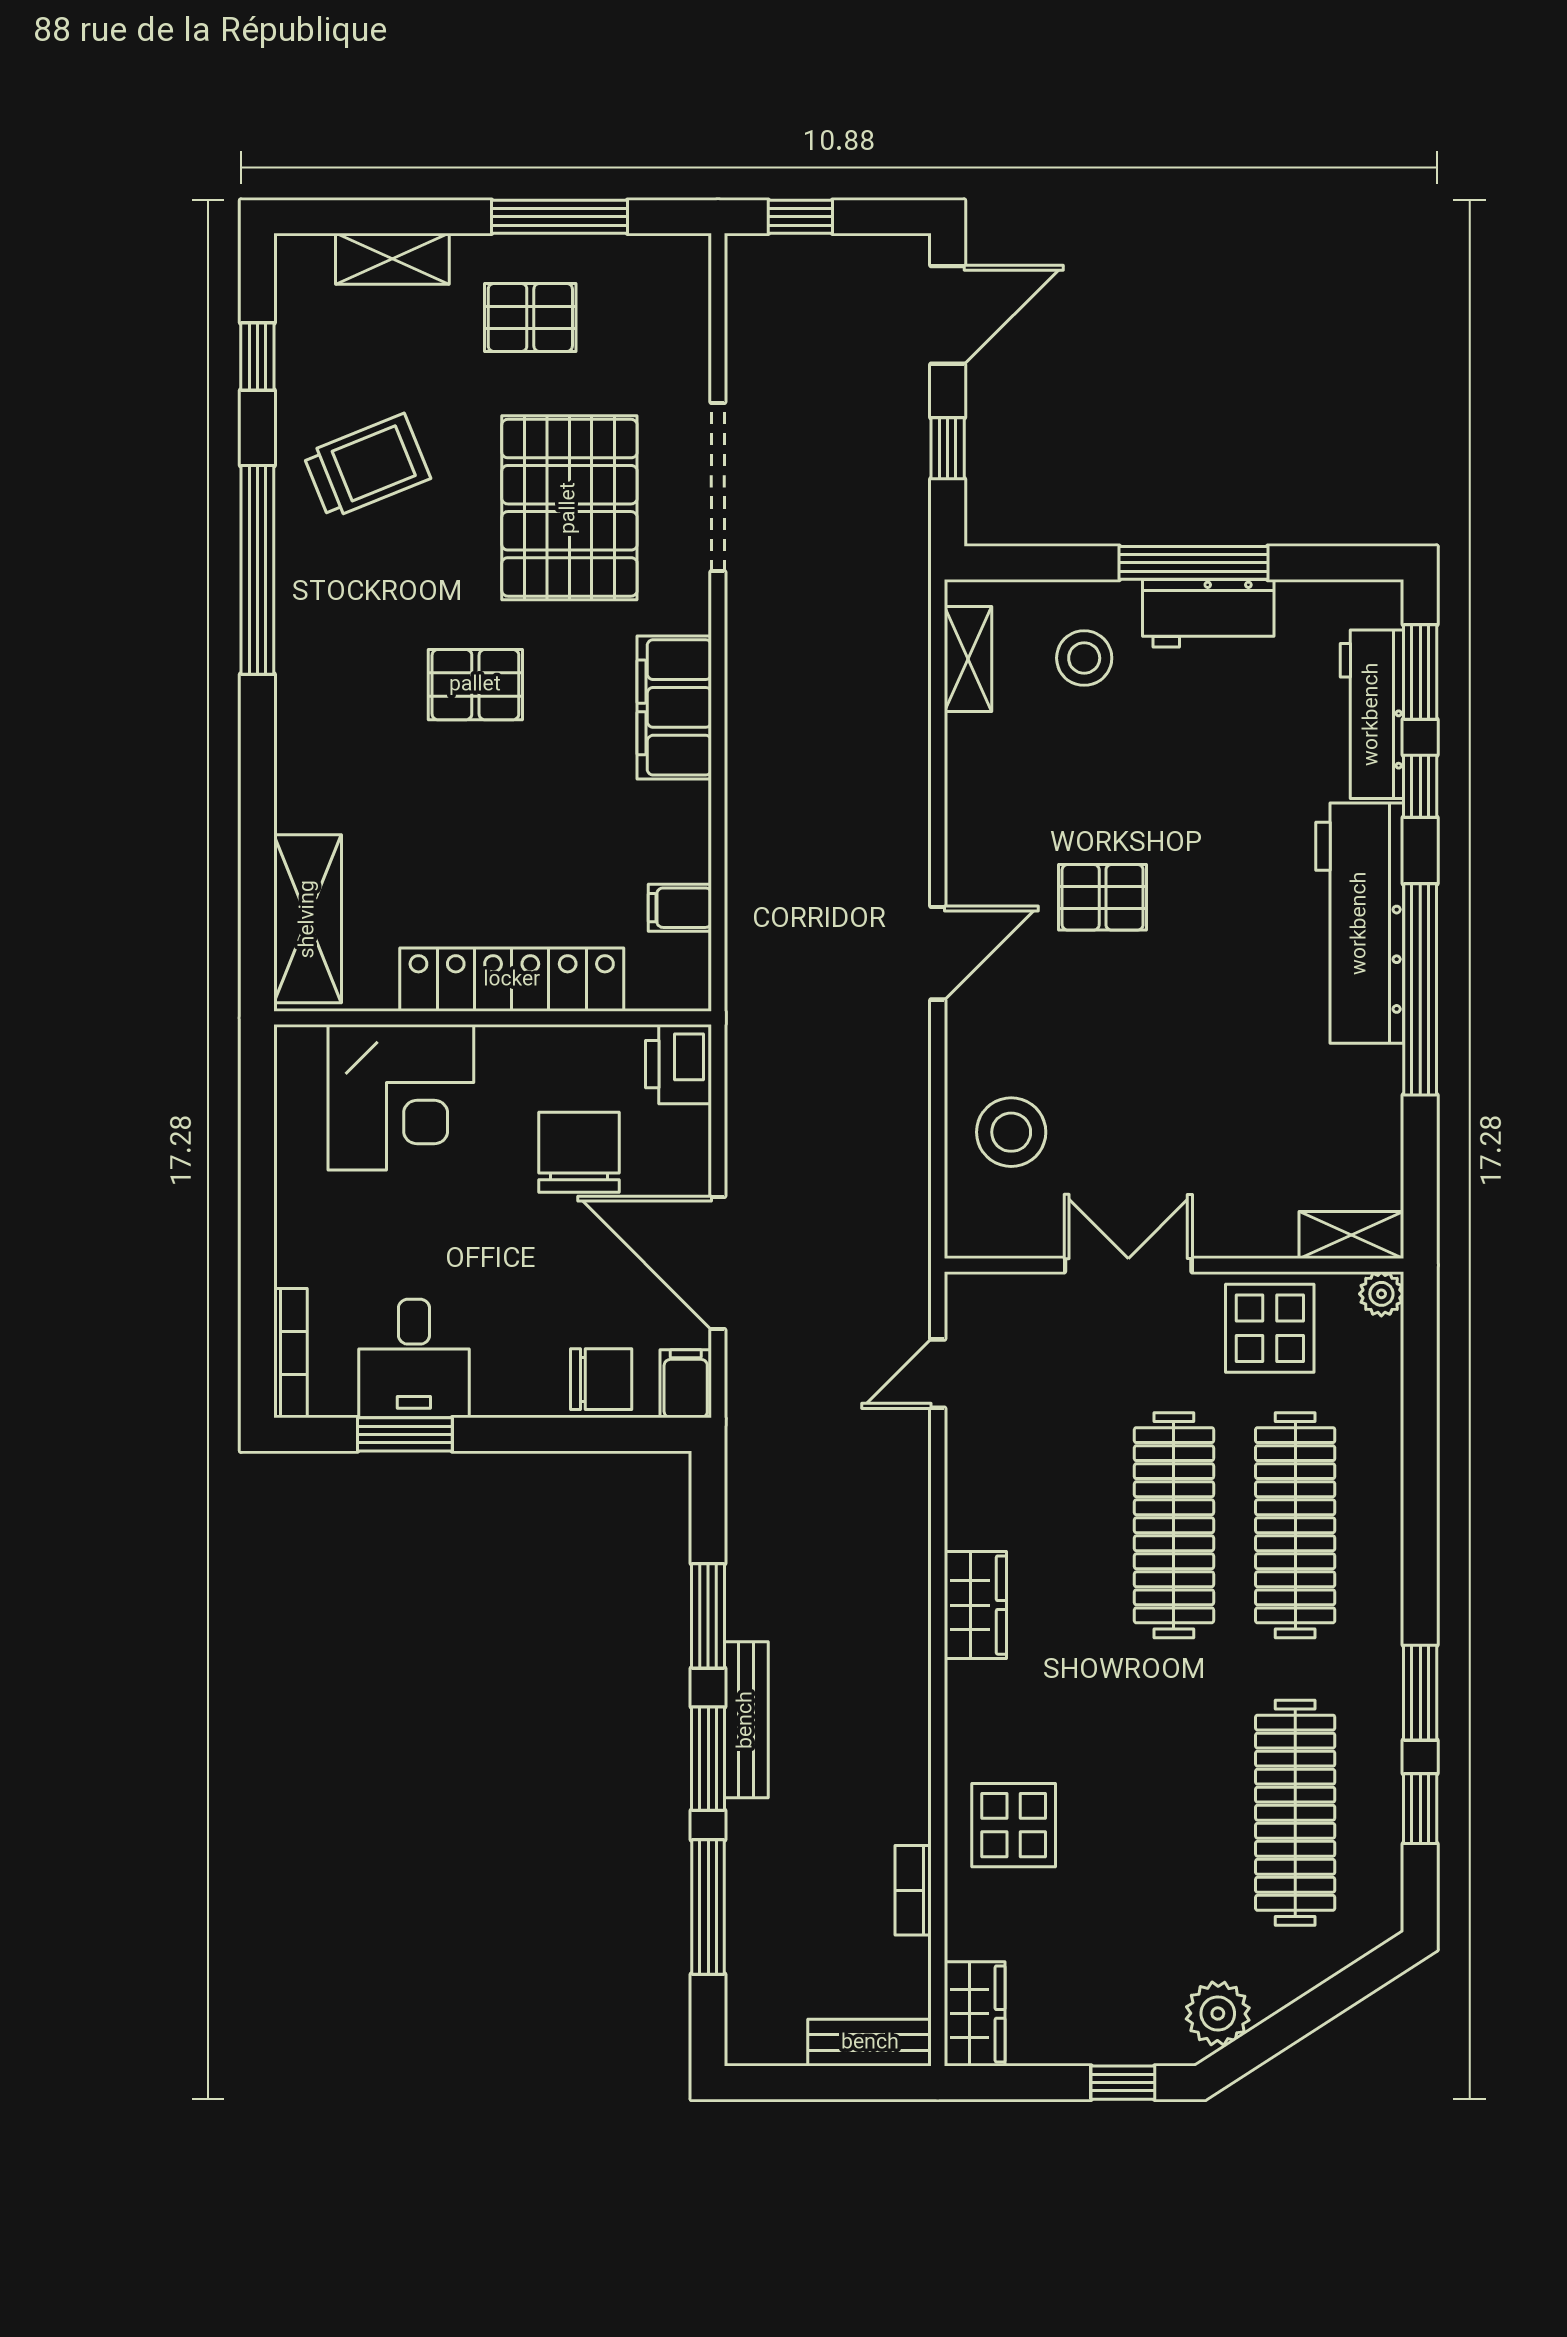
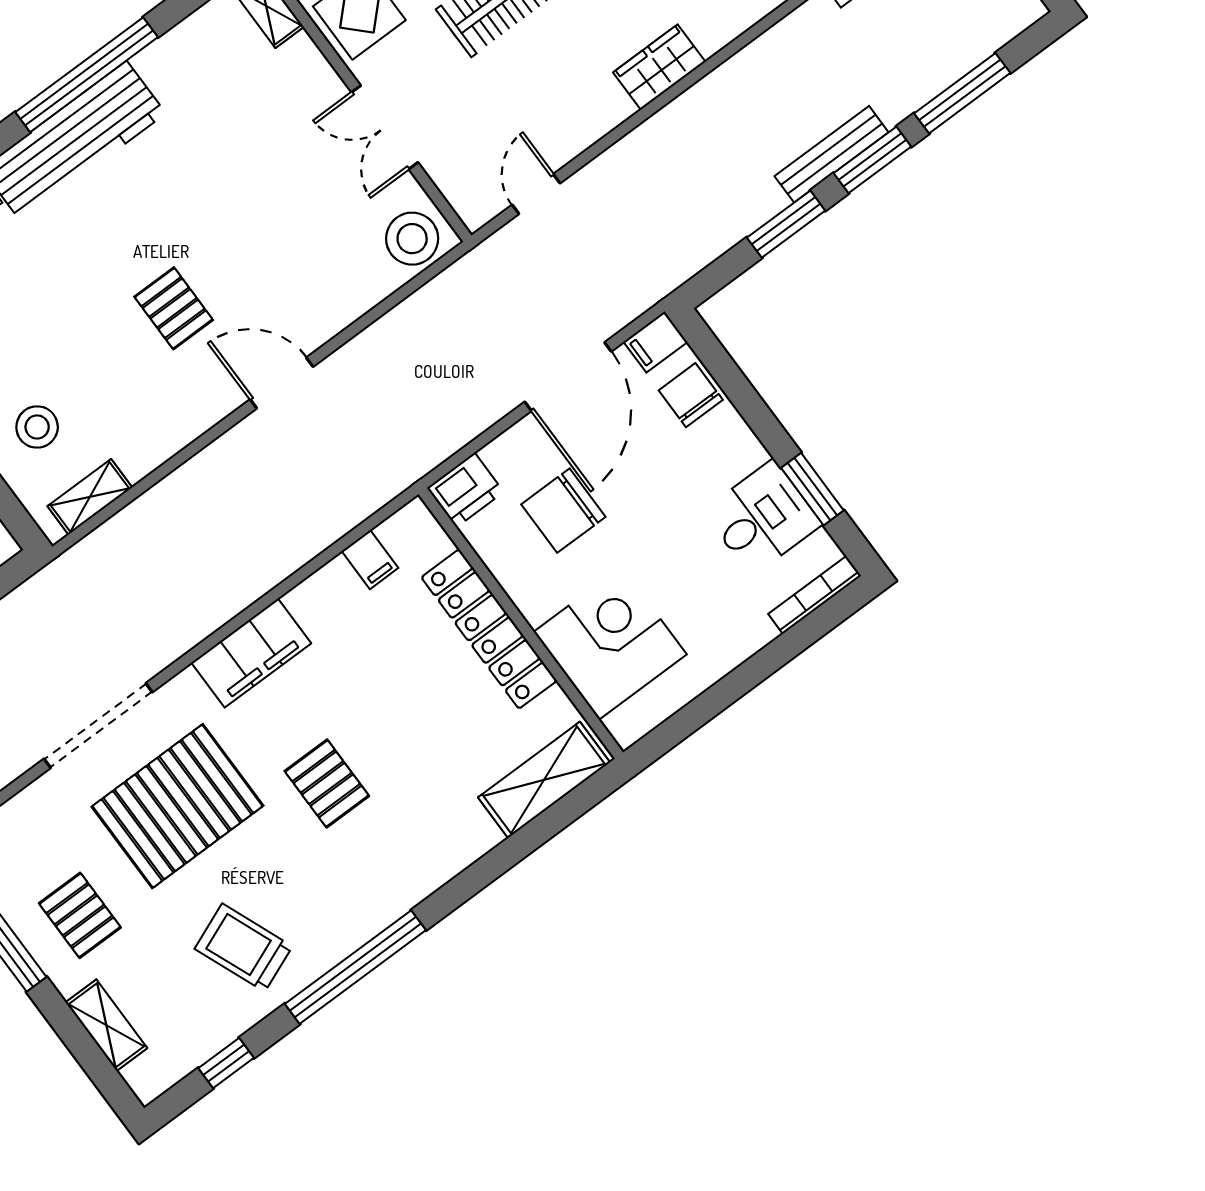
stool: (1011, 1132) -> (412, 239), moved
door: (938, 1374) -> (536, 194), swing flipped

